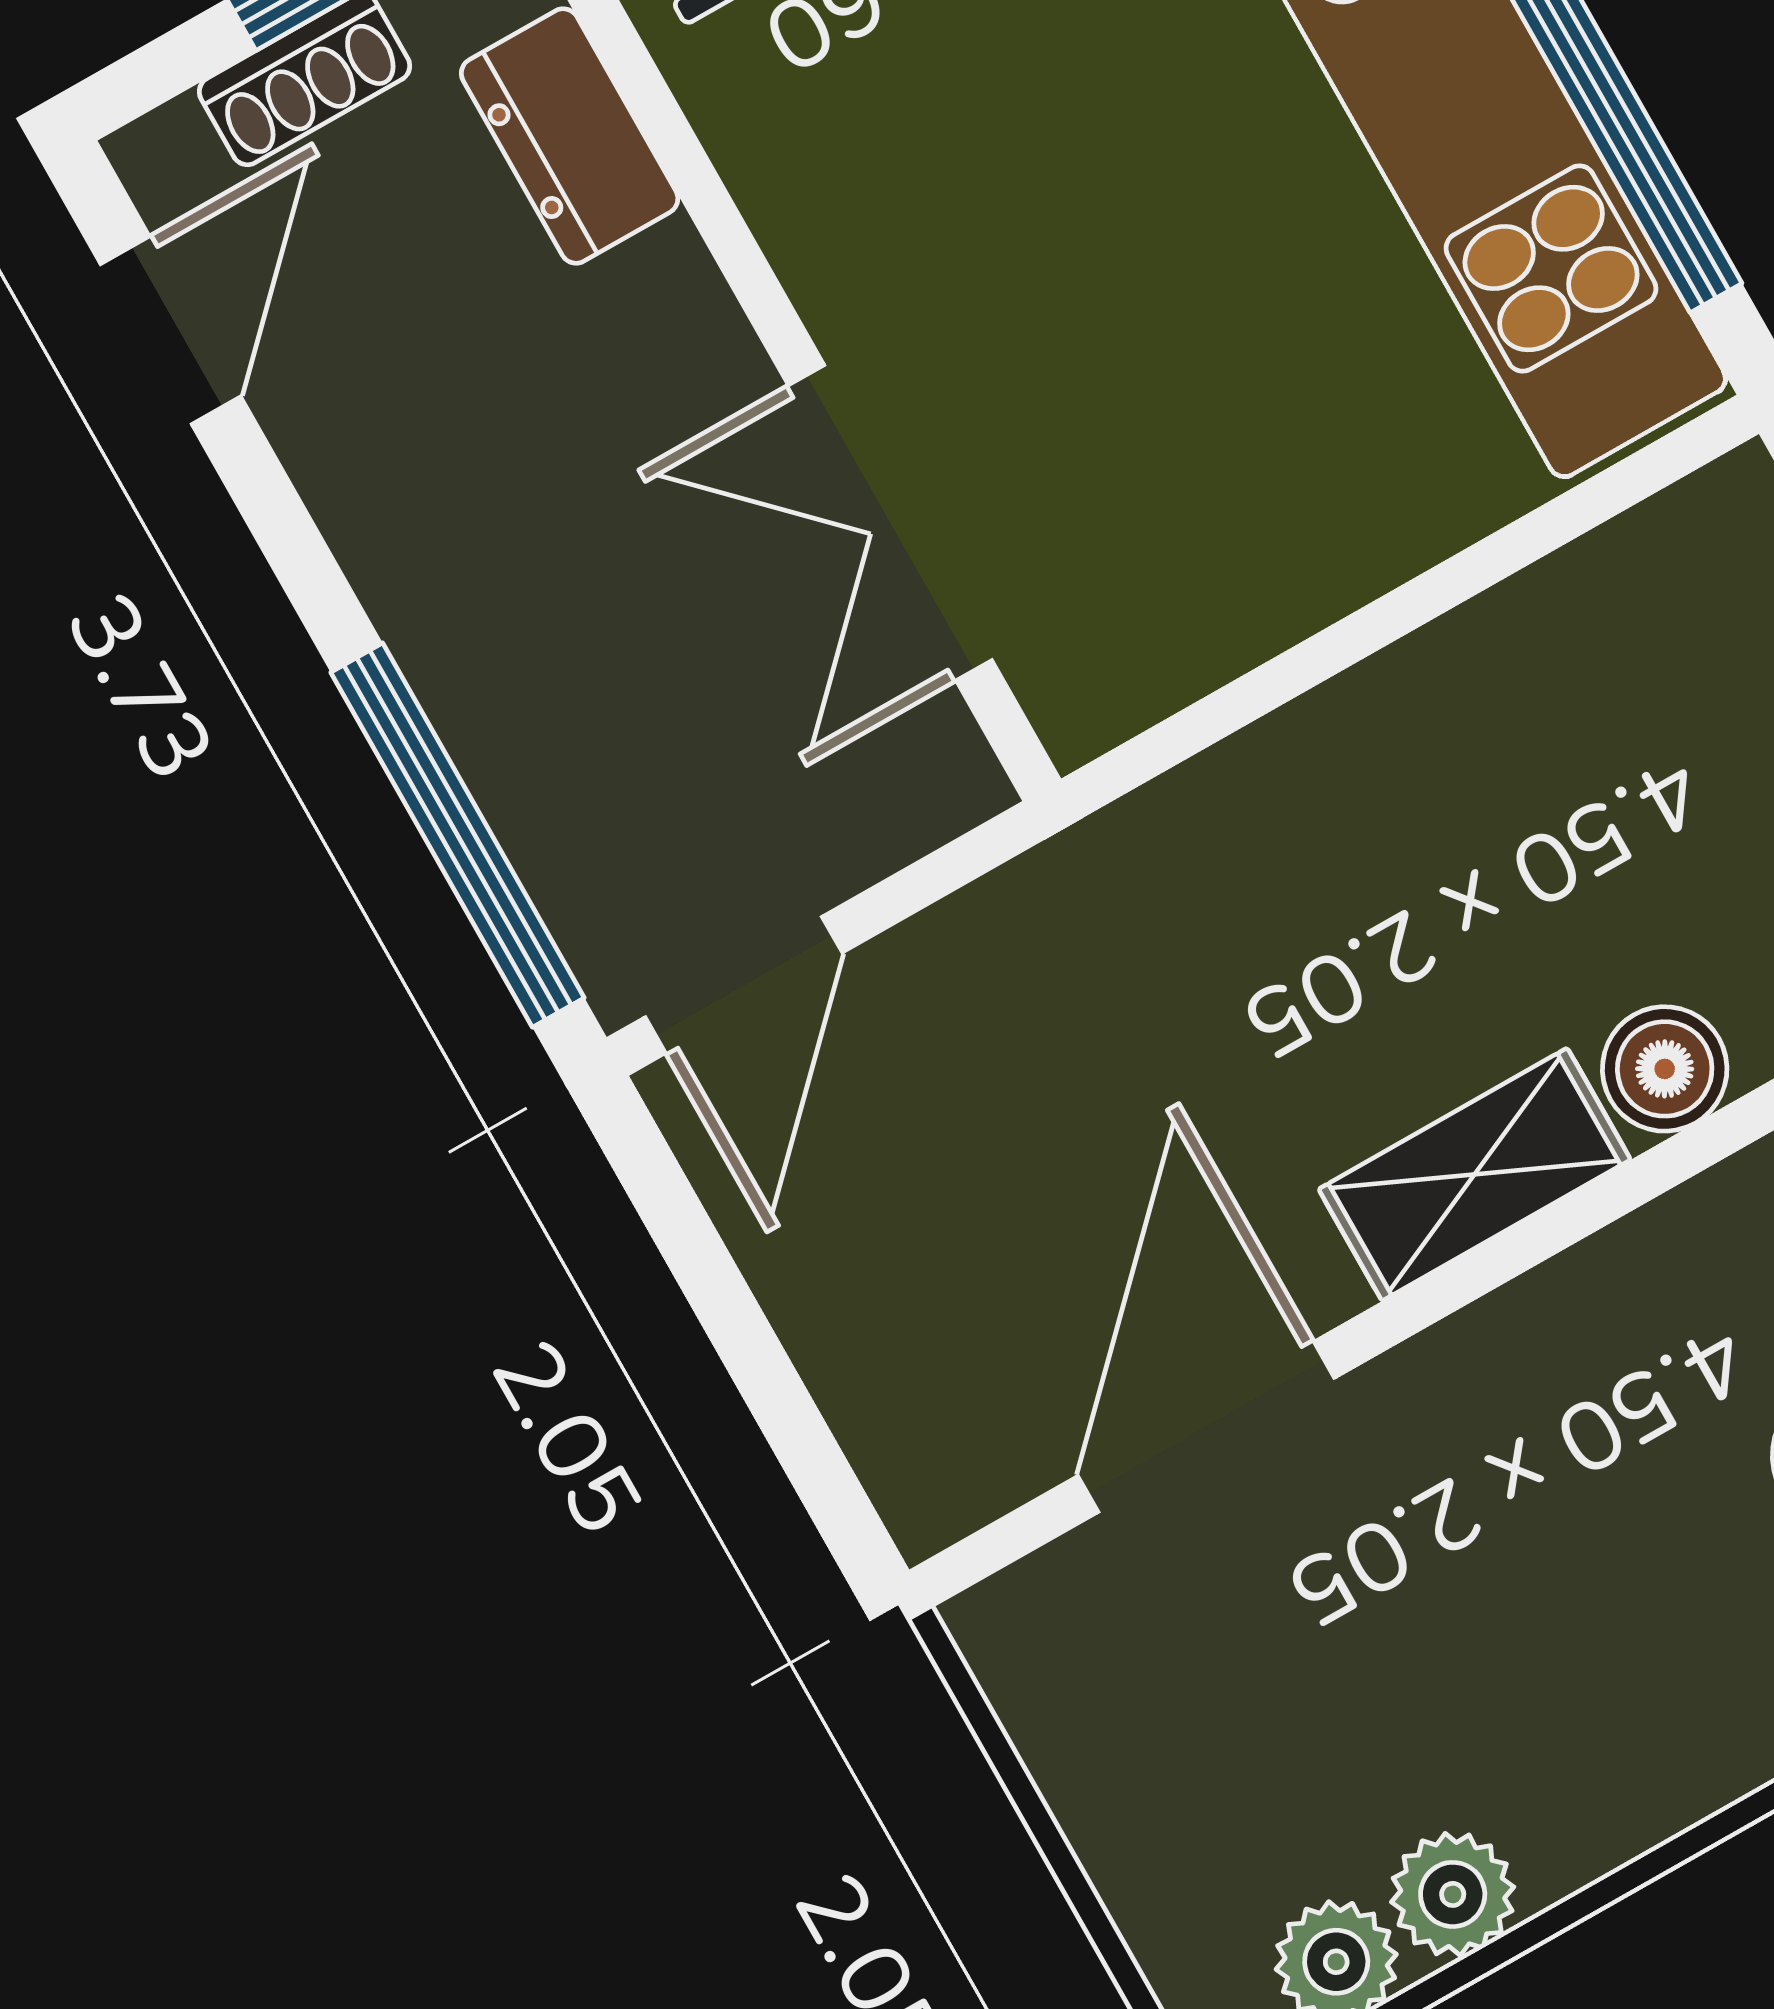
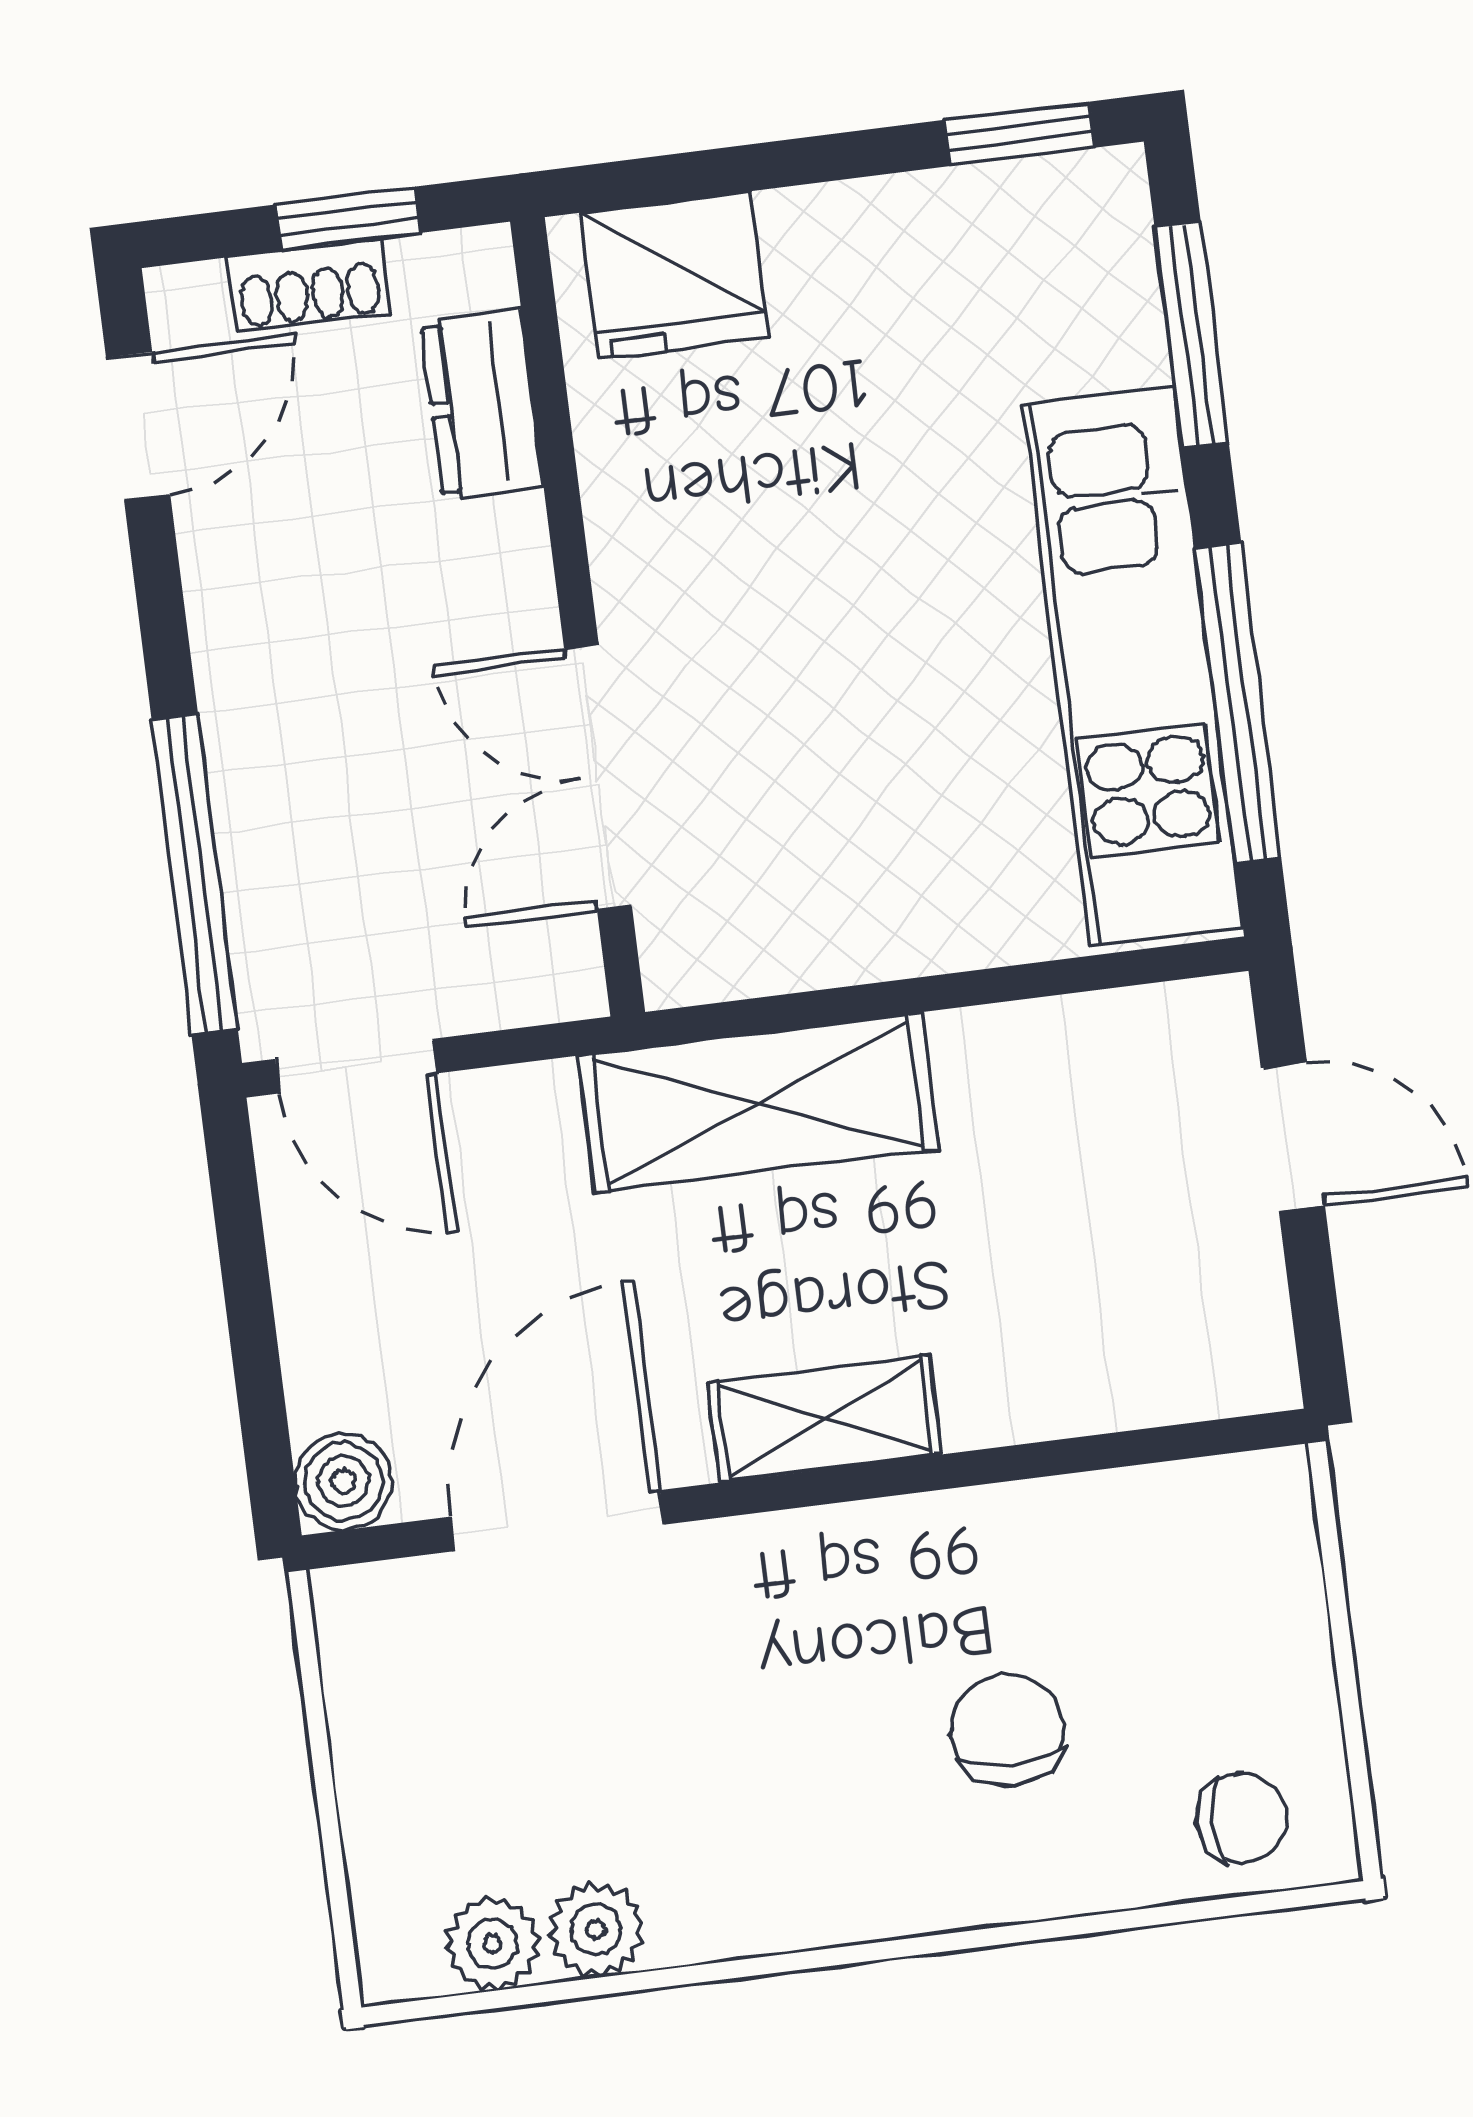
shelving: (1240, 831) -> (758, 1103), added
door: (744, 985) -> (356, 1066), hinge flipped
boiler: (1665, 1069) -> (344, 1481), moved

